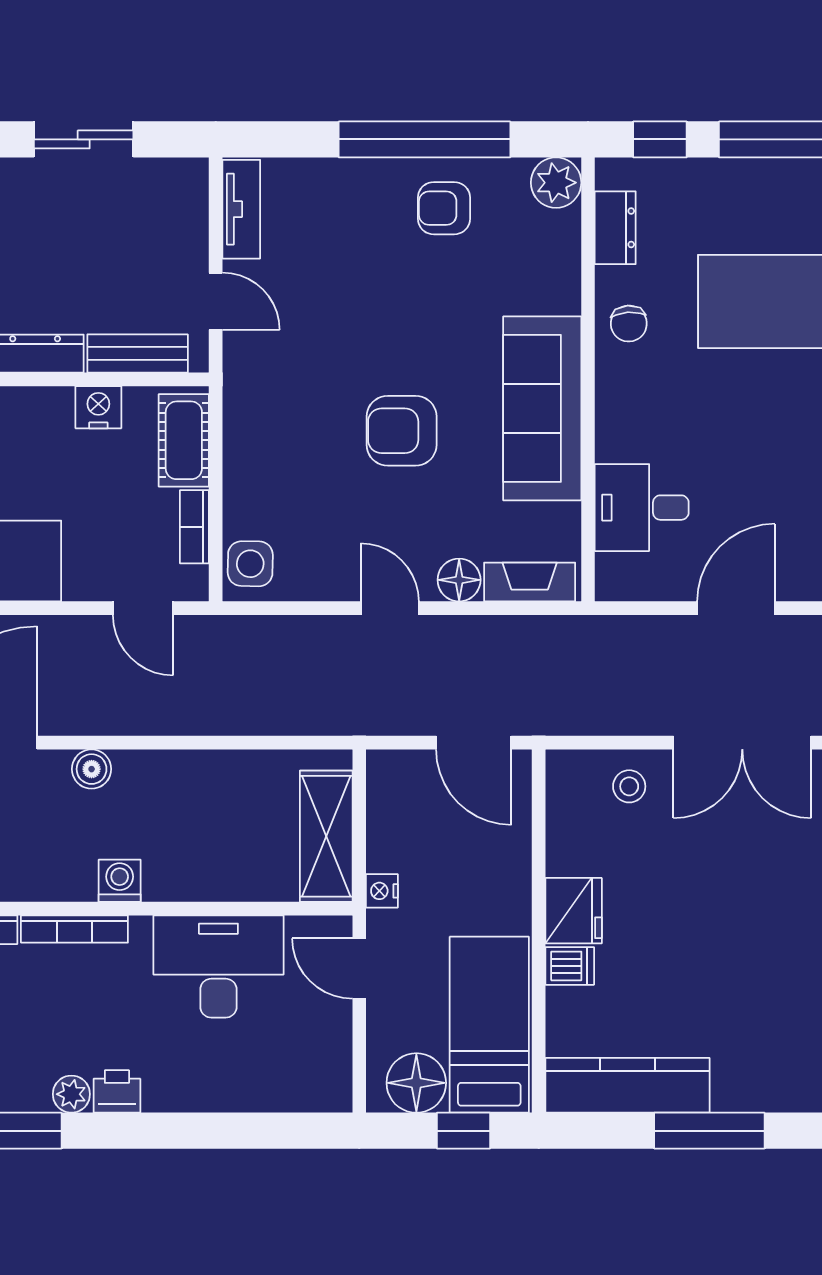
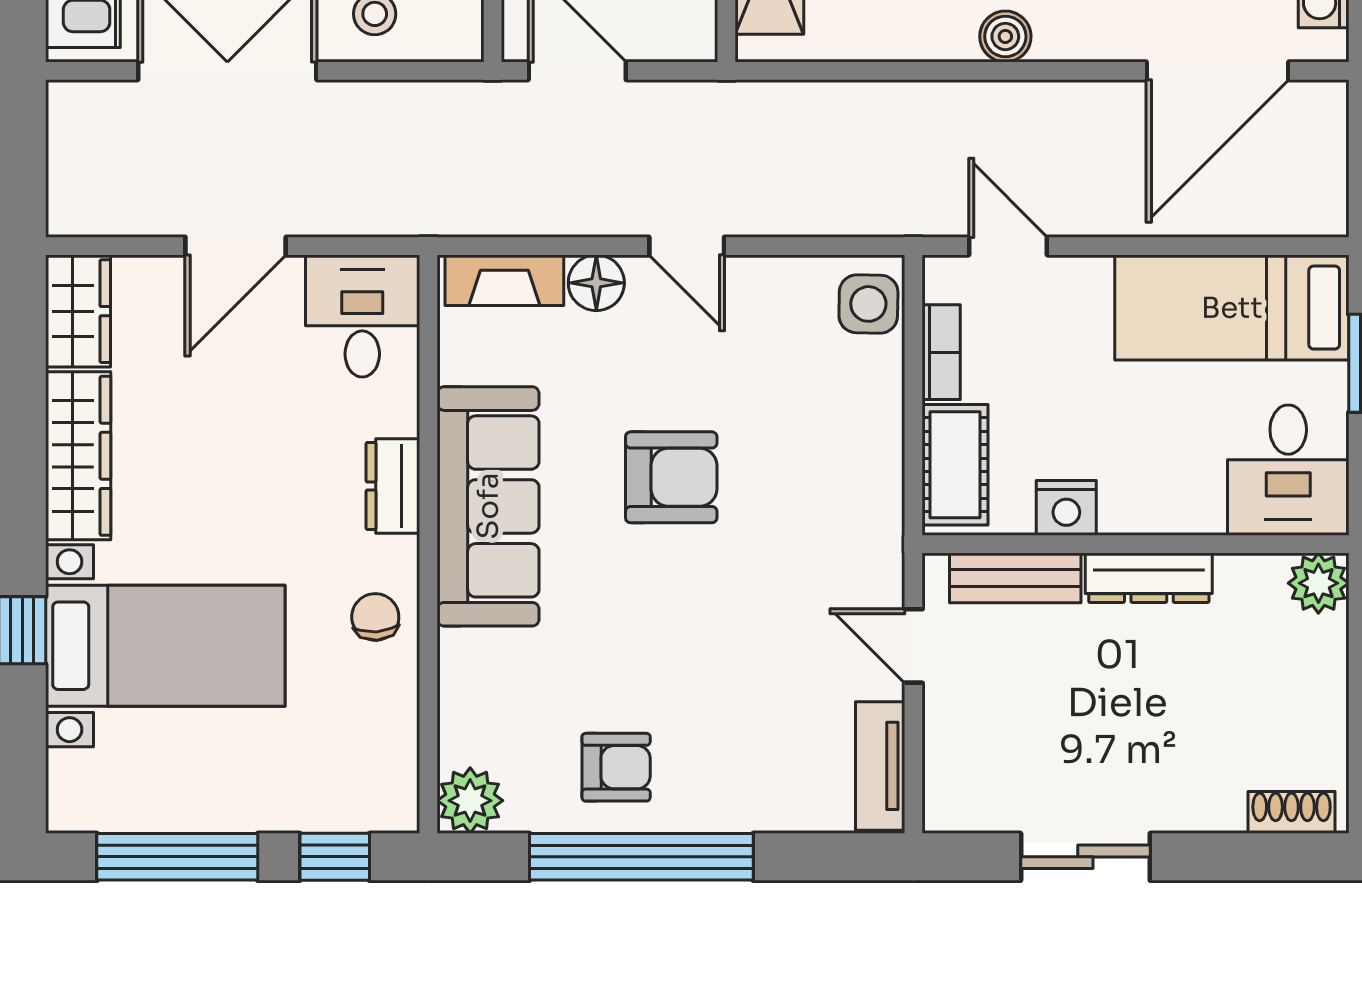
dresser: (615, 228) -> (393, 486), moved
desk: (642, 508) -> (362, 316), moved, turned -90
boiler: (92, 769) -> (1005, 36), moved

